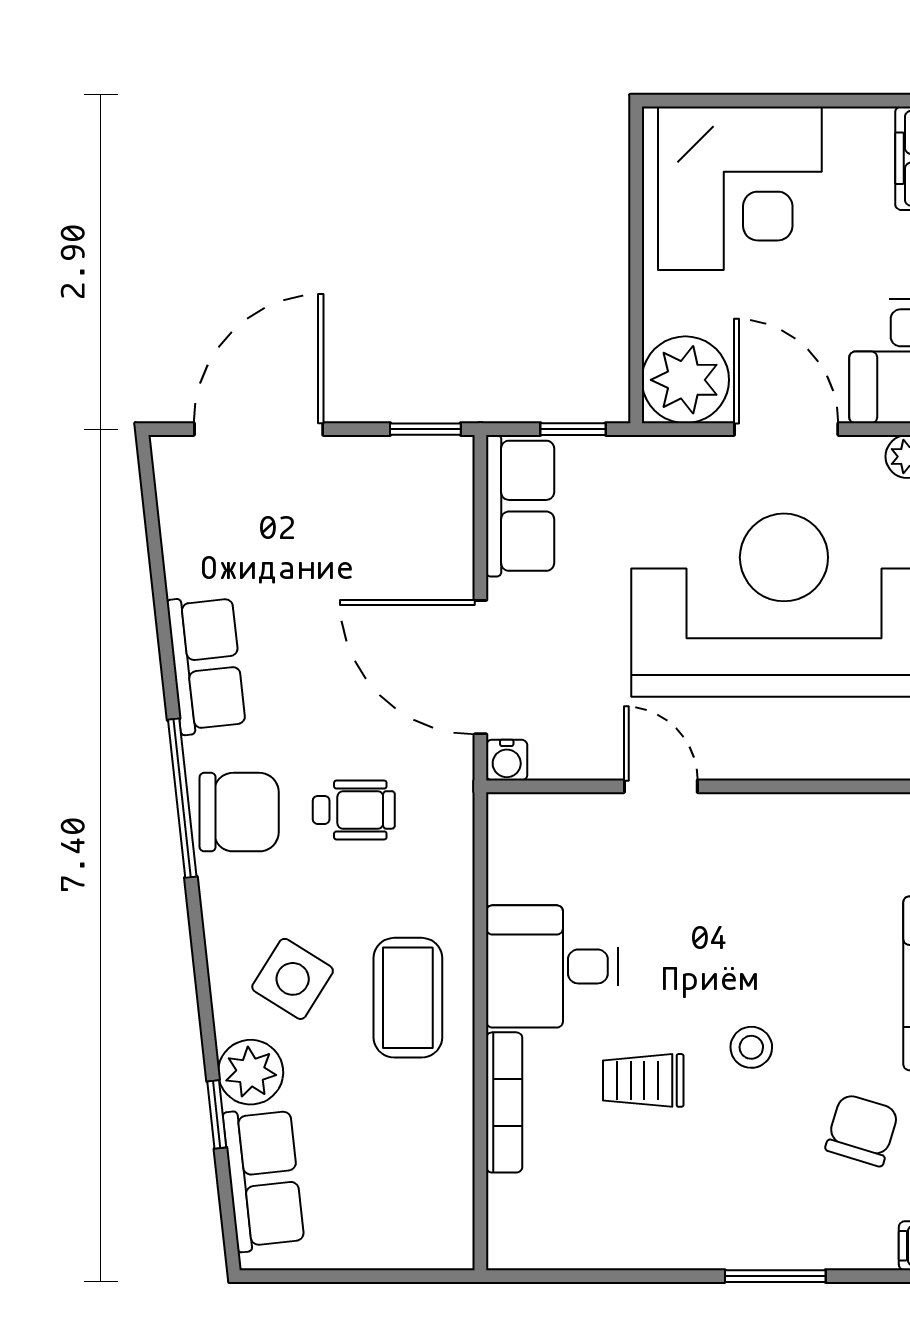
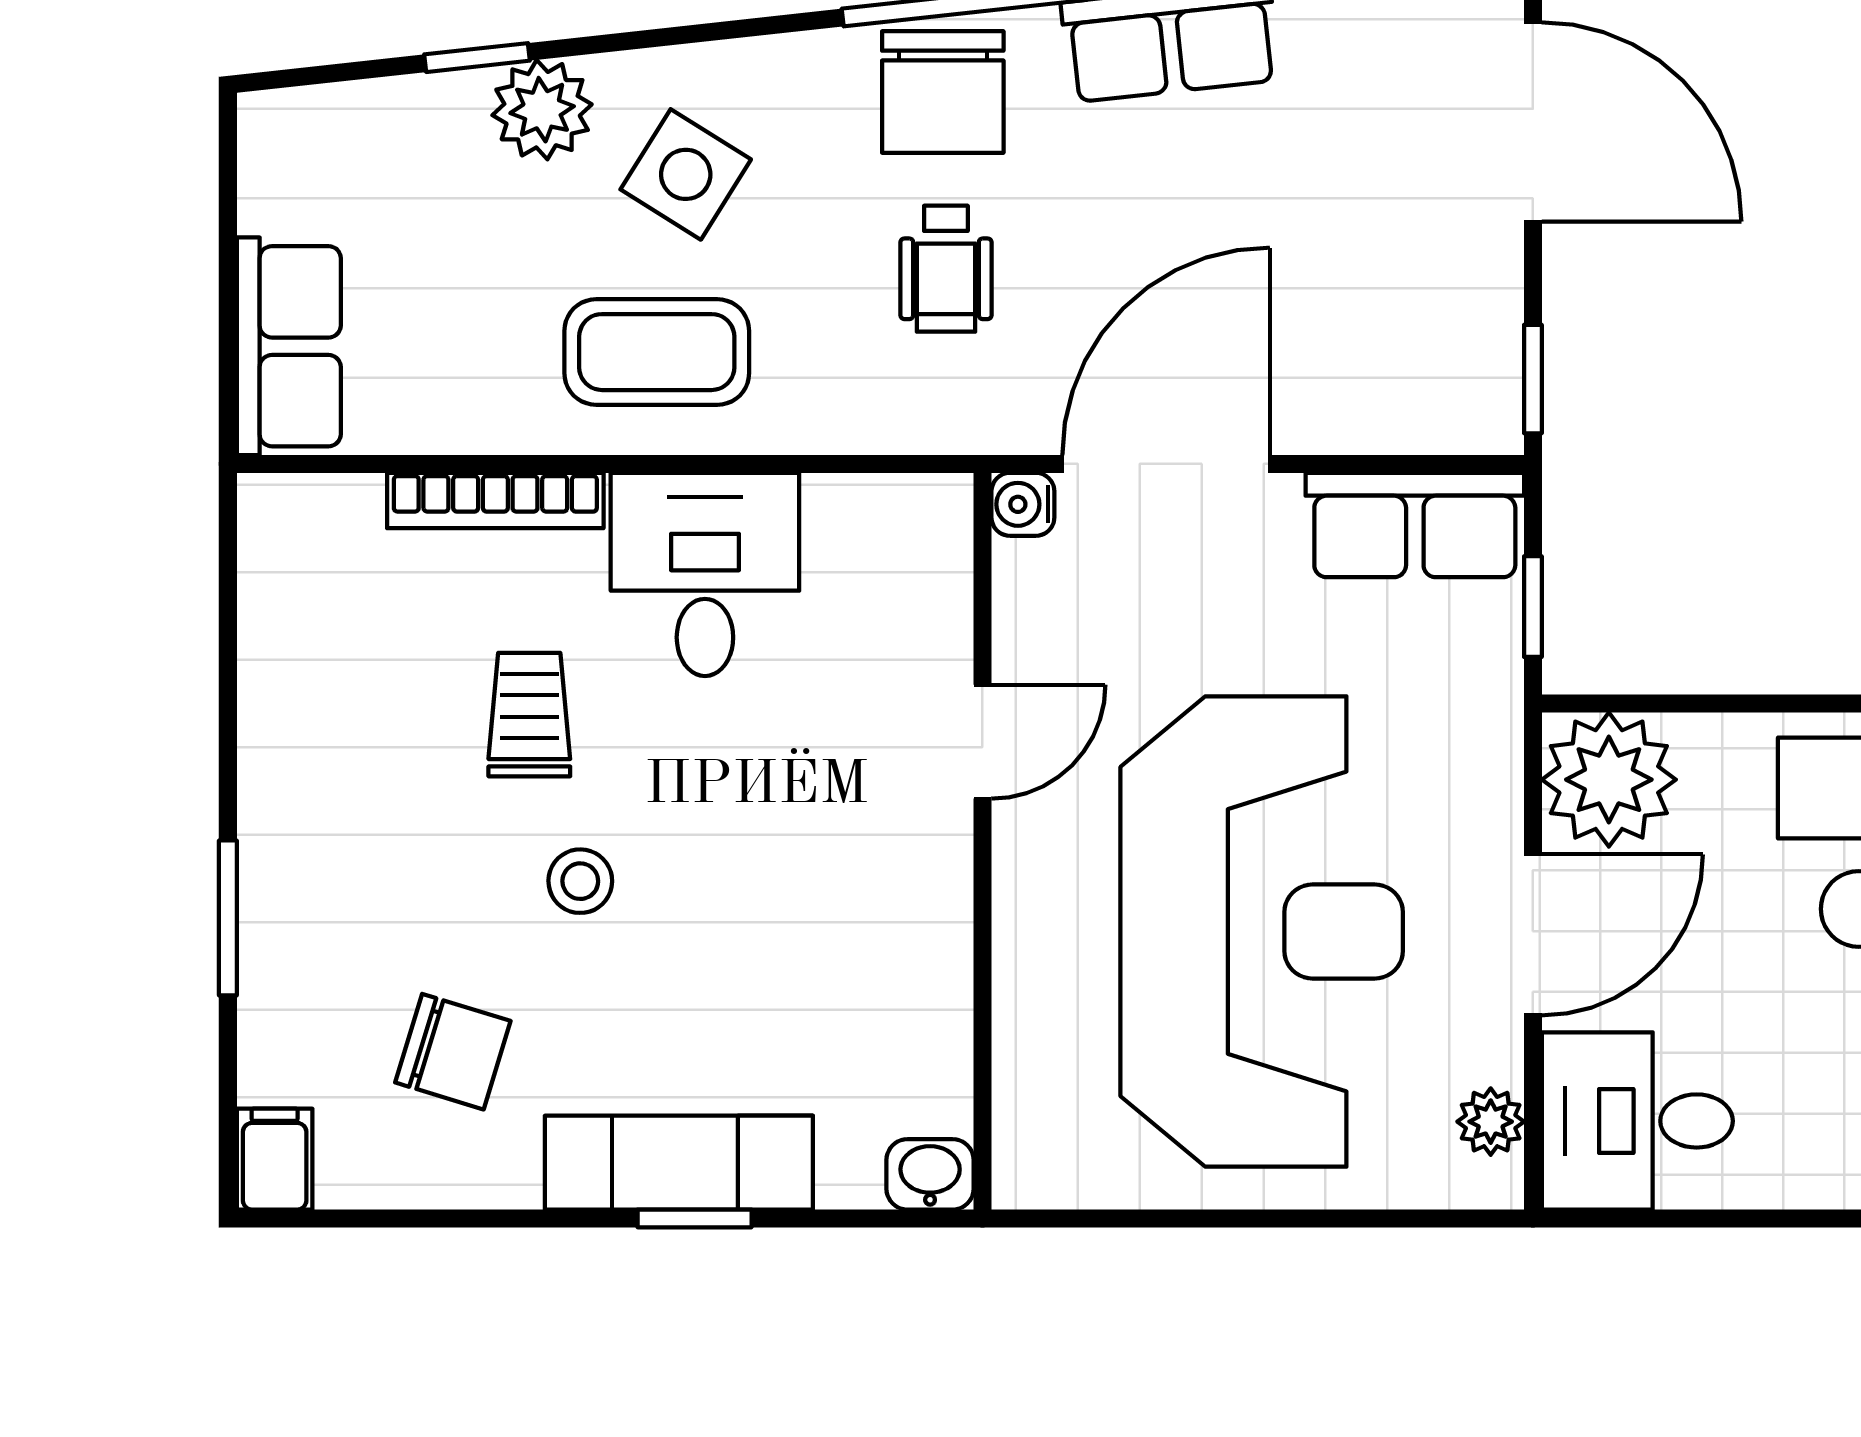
row of seats: (264, 1179) -> (289, 346), moved, turned -84

